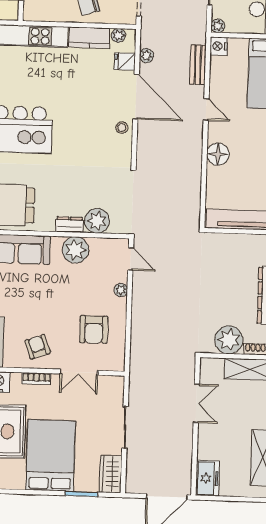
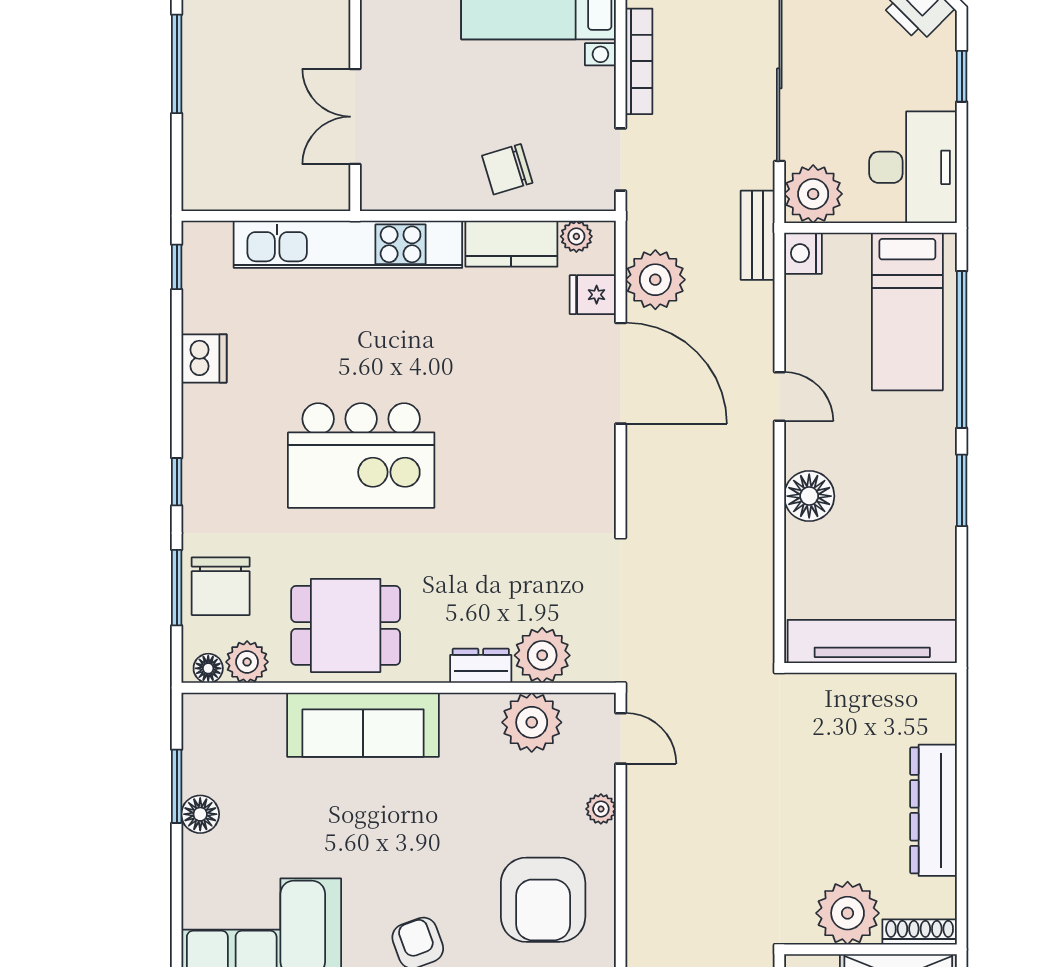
plant: (218, 26) -> (813, 194), width x1.87, depth x1.87
plant: (147, 56) -> (655, 280), width x1.88, depth x1.88
bench: (198, 65) -> (758, 235), moved
stool: (122, 128) -> (591, 443), removed
plant: (75, 250) -> (532, 722), moved
armchair: (94, 329) -> (543, 900), width x1.36, depth x1.36

